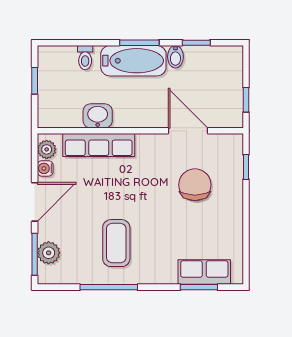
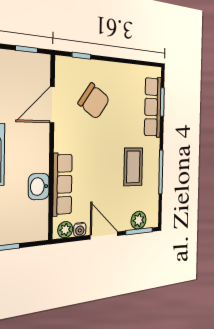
chair: (195, 185) -> (94, 101), turned -145
coffee table: (116, 243) -> (133, 167), turned 90
row of seats: (204, 272) -> (153, 107), width x1.48

